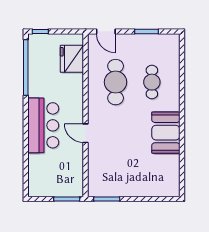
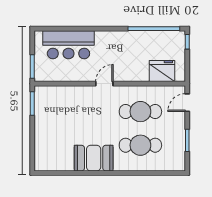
cafe table: (152, 82) -> (140, 145), width x1.37, depth x1.35
bar counter: (43, 125) -> (68, 45), moved
door: (85, 133) -> (104, 84), moved

